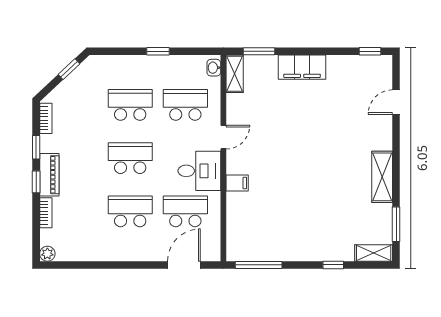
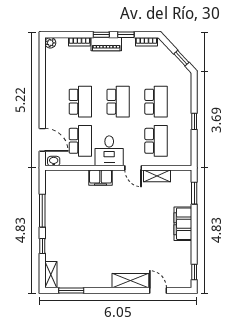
washbasin: (214, 68) -> (54, 161), moved
shelving: (235, 74) -> (157, 176), moved
shelving: (382, 177) -> (130, 281), moved
filing cabinet: (237, 183) -> (101, 178), width x2.00
window: (259, 265) -> (42, 211), moved

